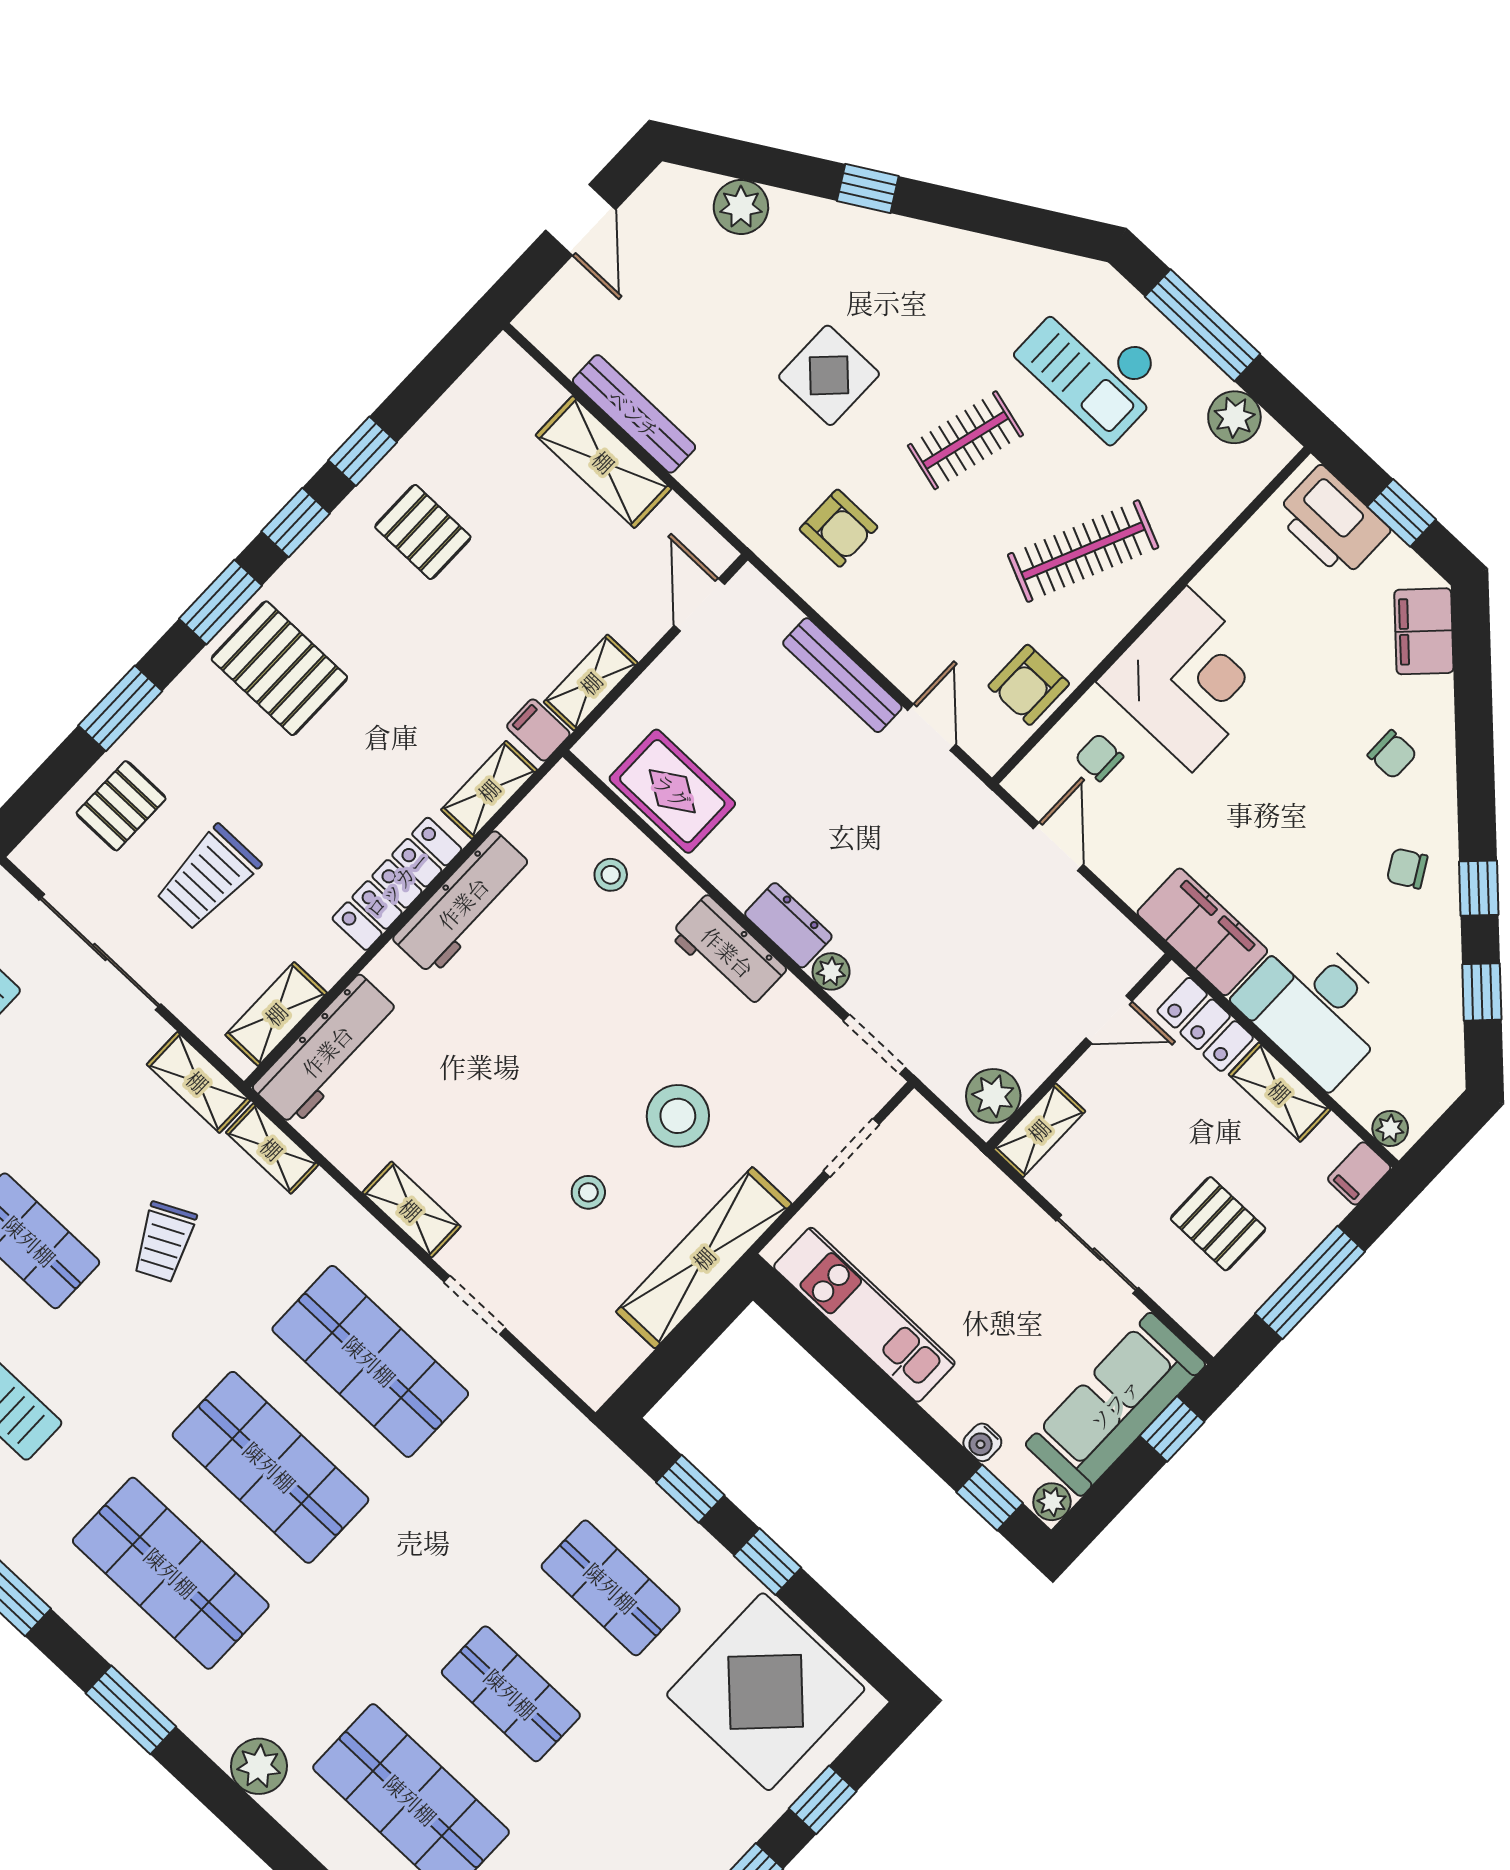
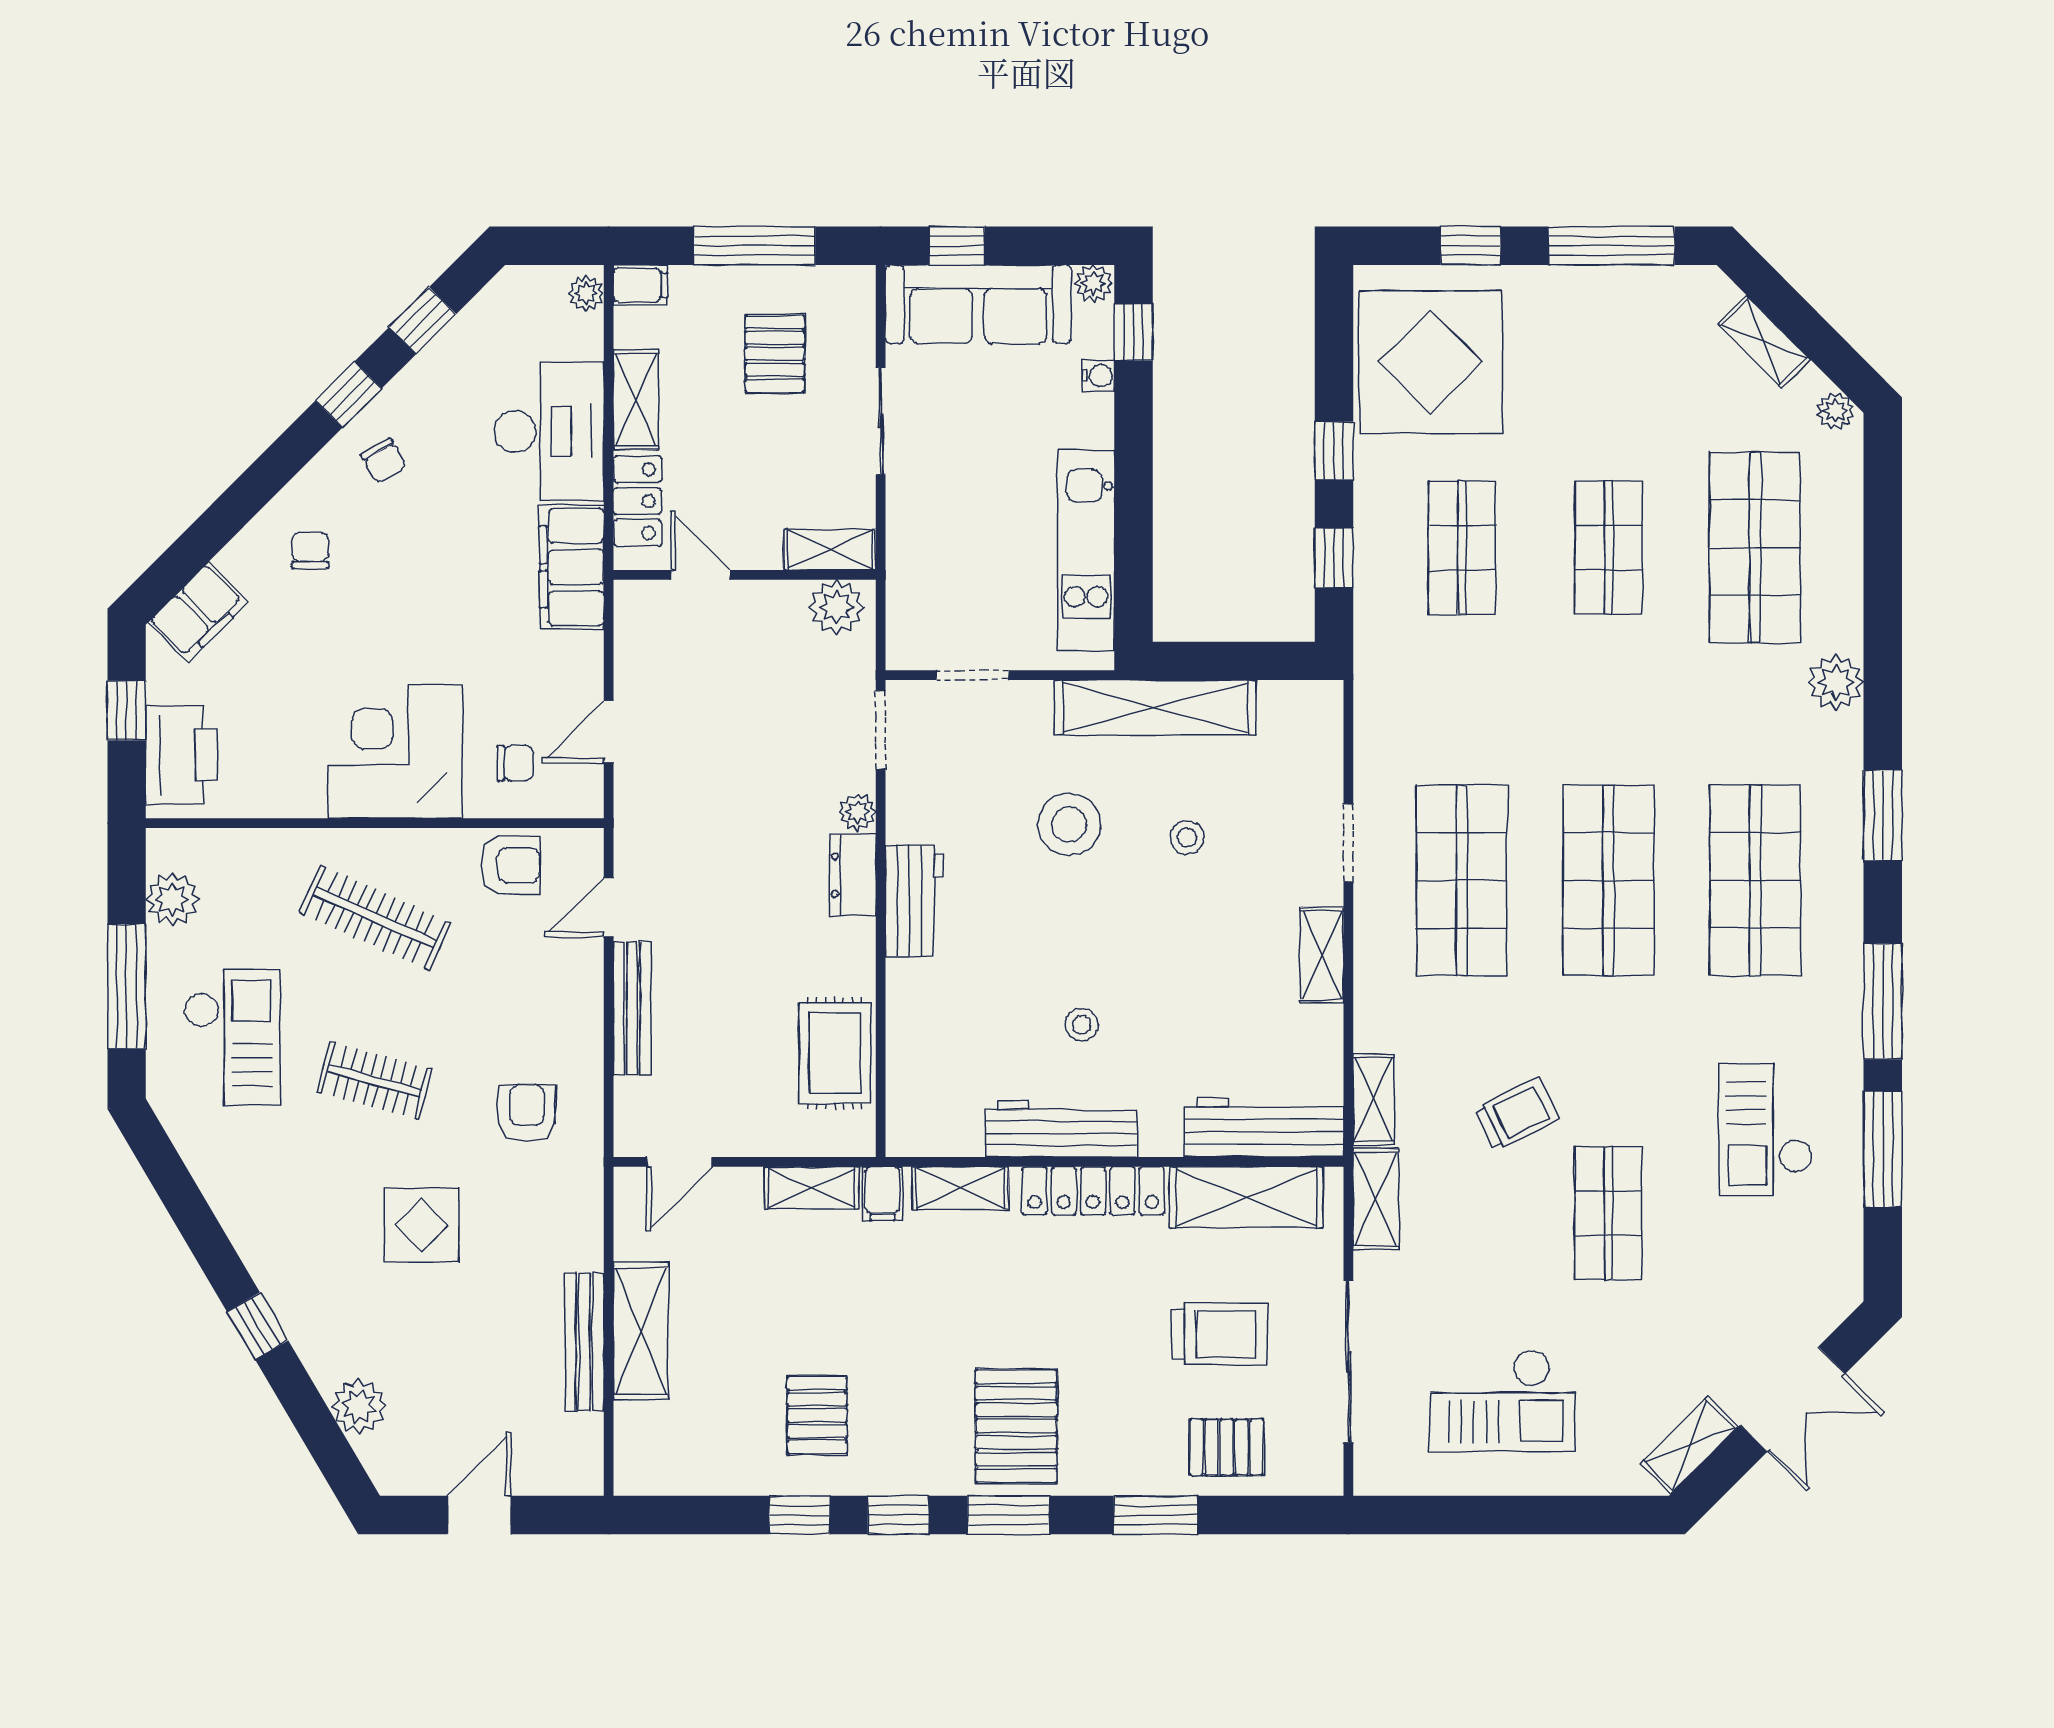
chair: (1099, 757) -> (515, 763), turned -90
stool: (611, 875) -> (1082, 1025), moved
shelving: (276, 1014) -> (1246, 1197), width x1.50, depth x1.33

